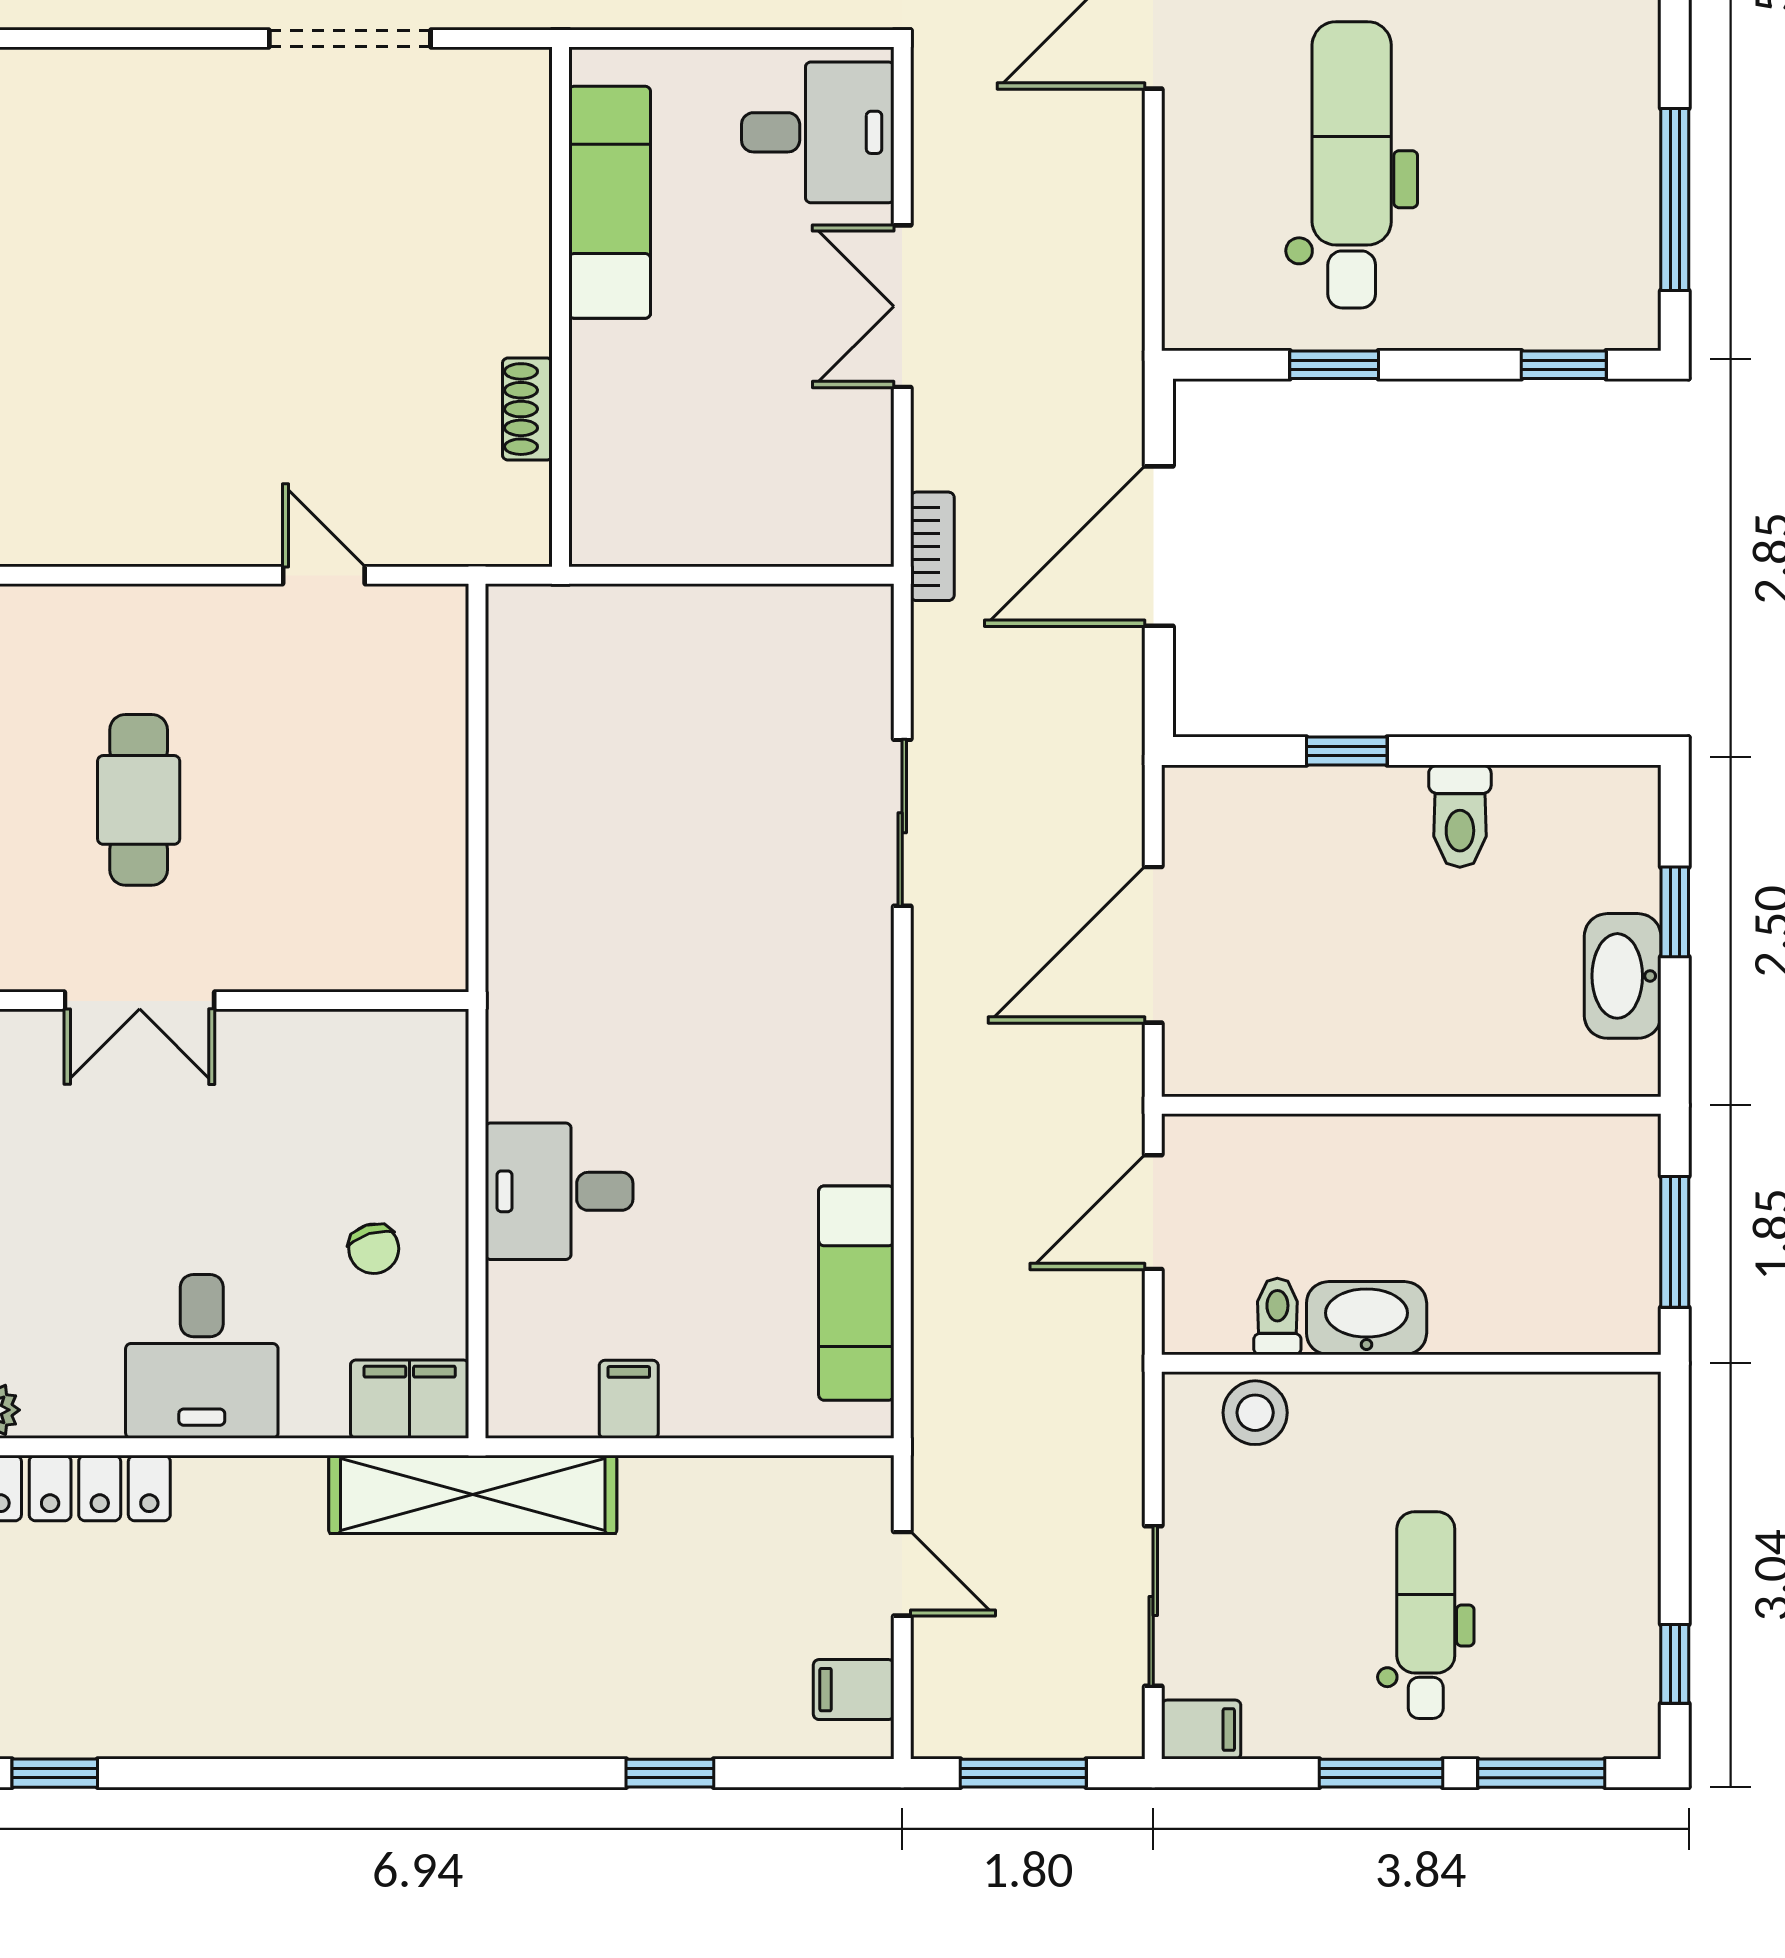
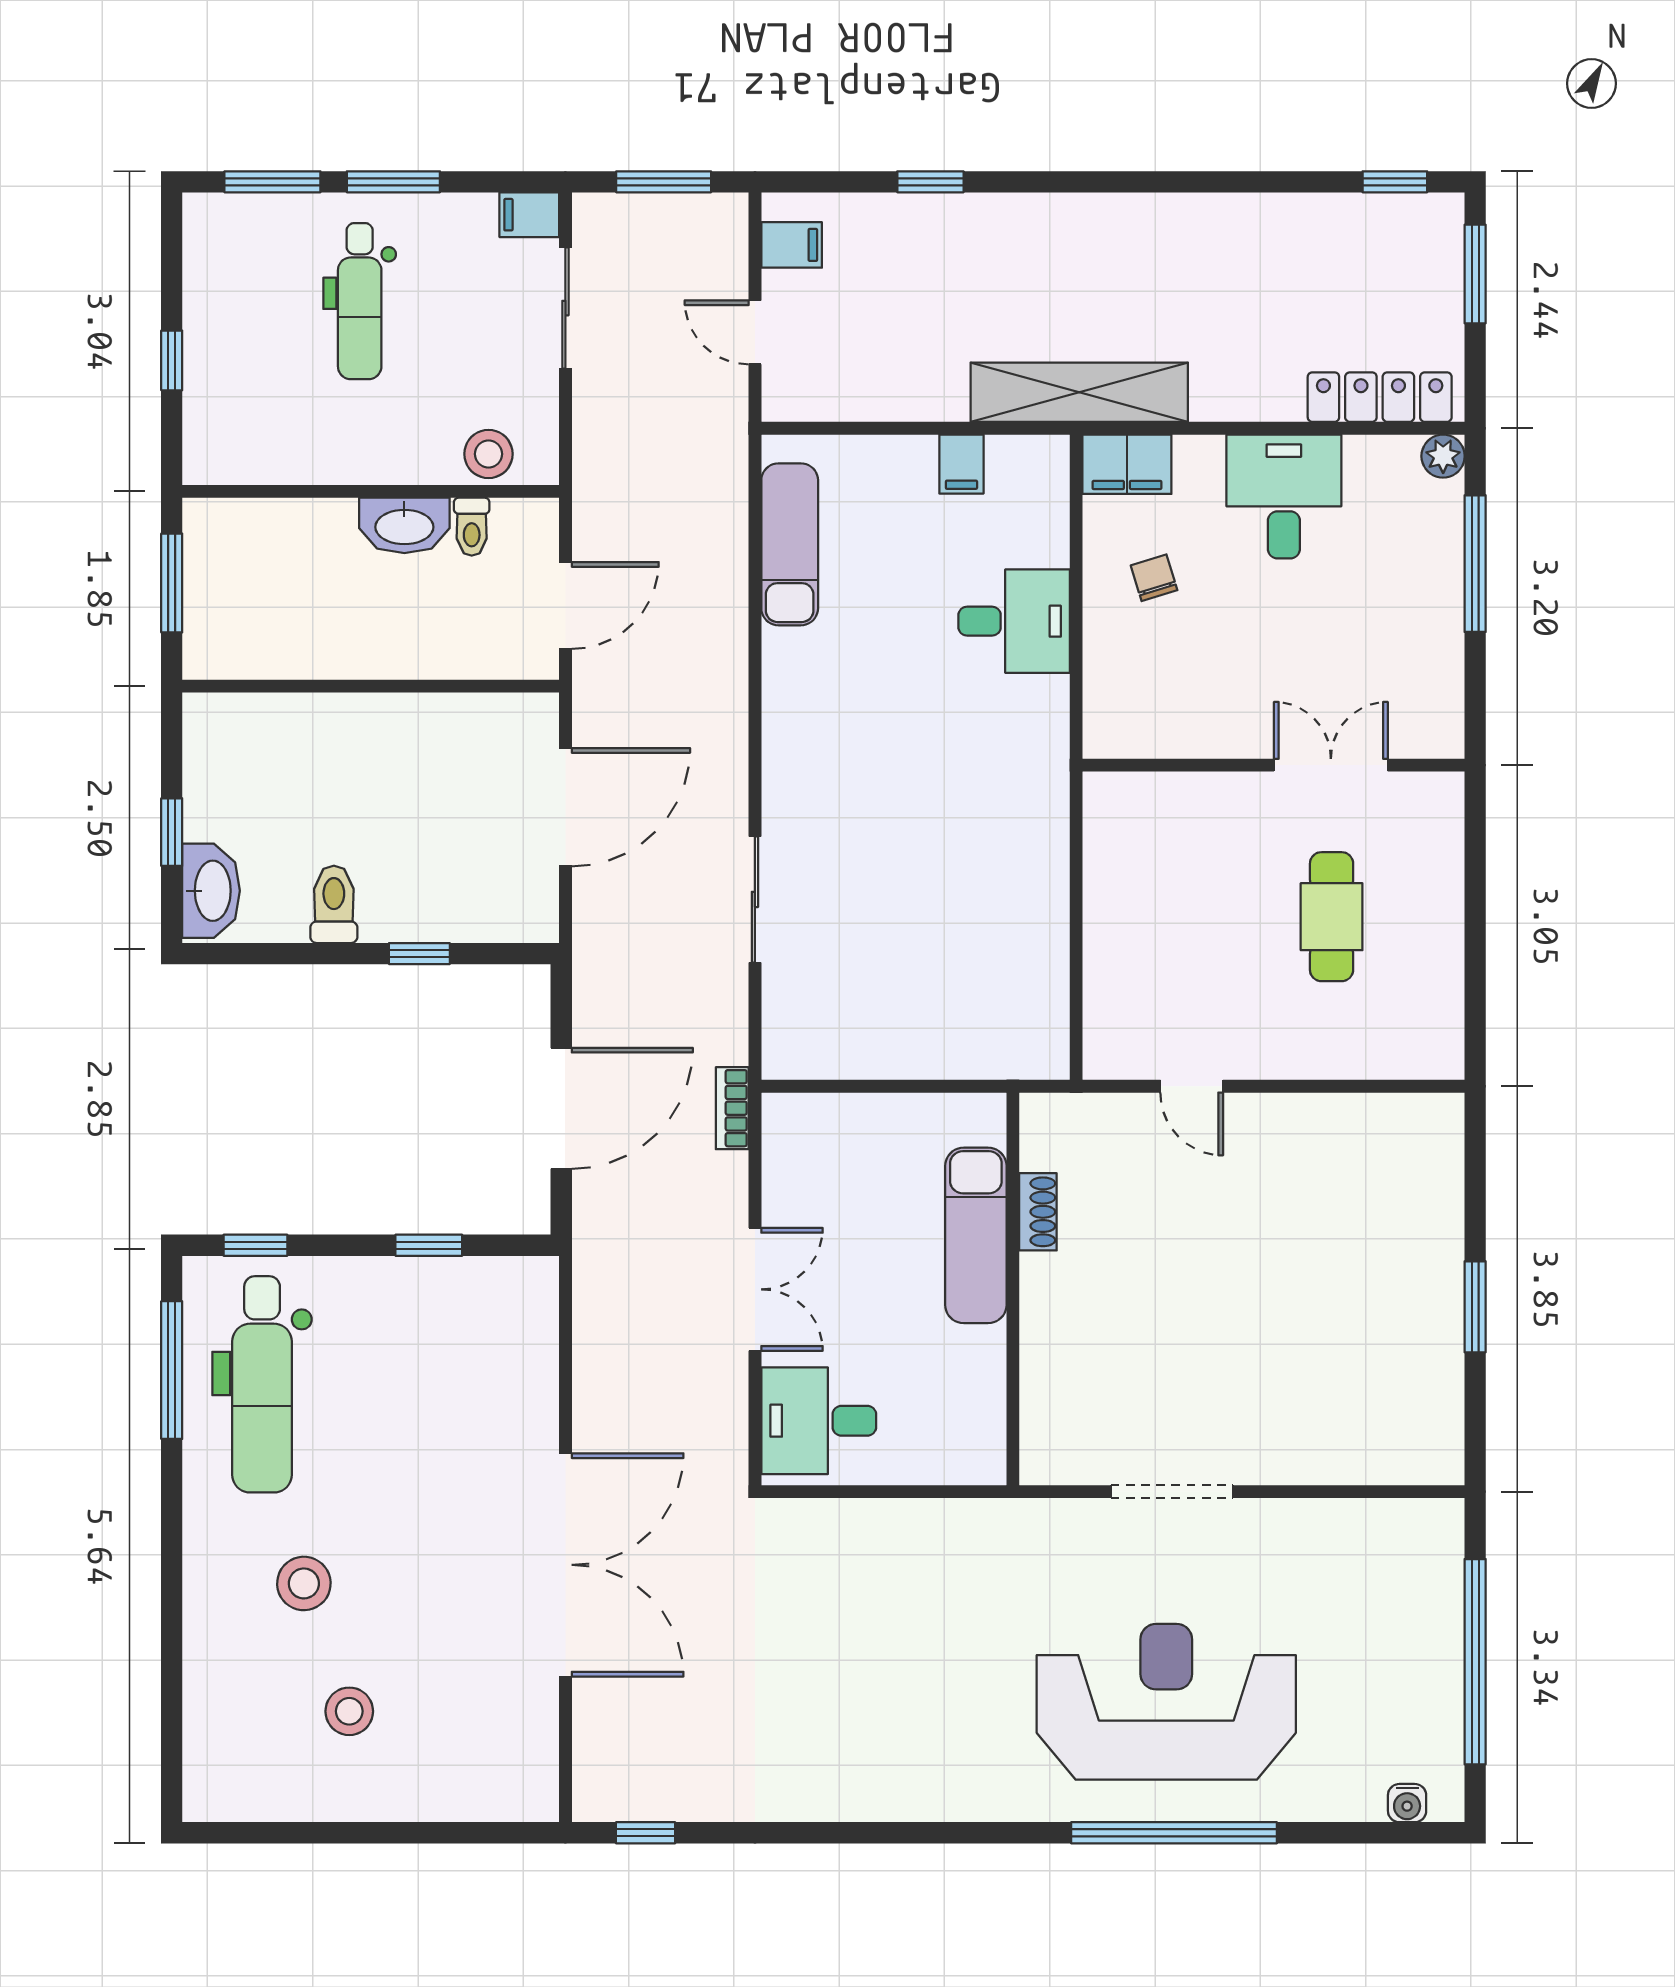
dental chair: (1352, 165) -> (262, 1384), moved
exam couch: (610, 202) -> (976, 1235), moved
washbasin: (1623, 976) -> (211, 891), moved
window: (1675, 1664) -> (172, 360), moved

